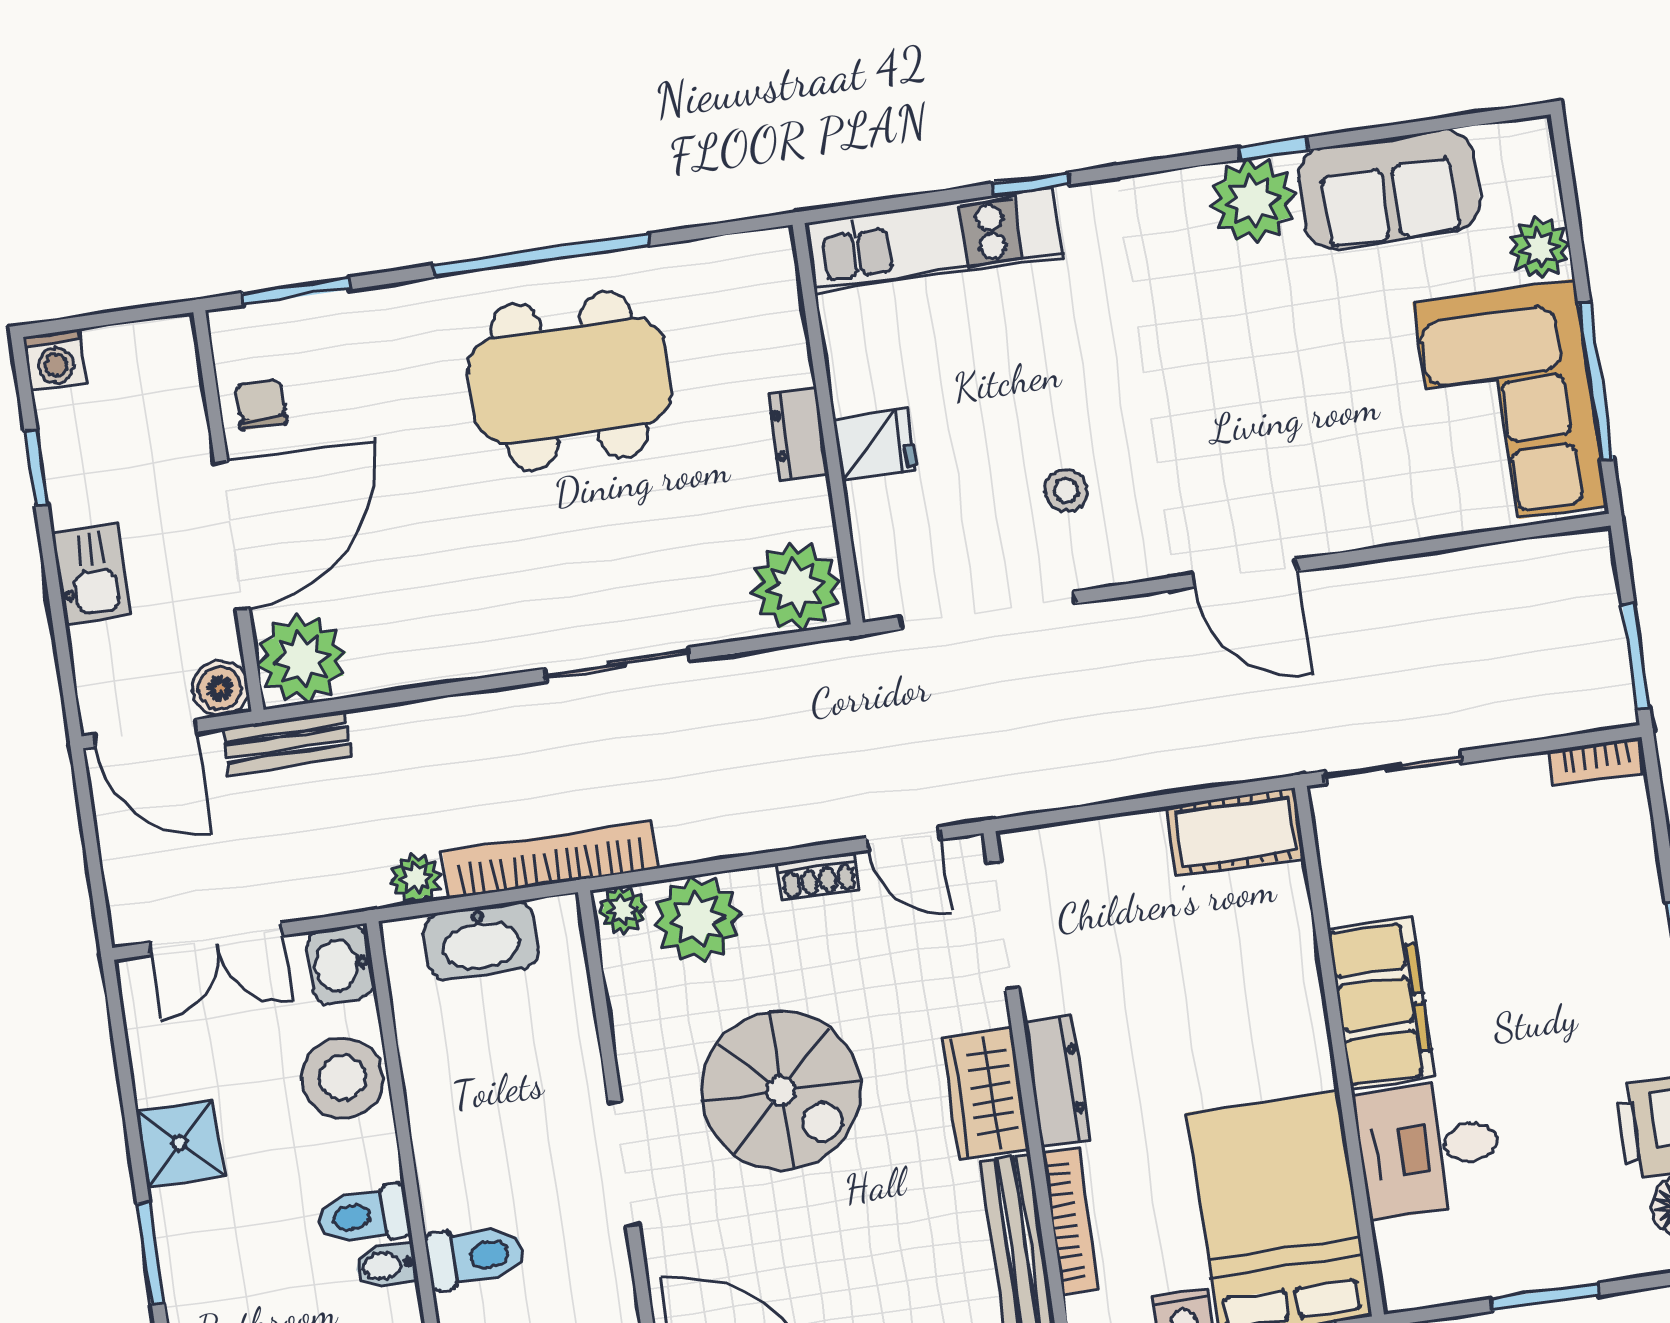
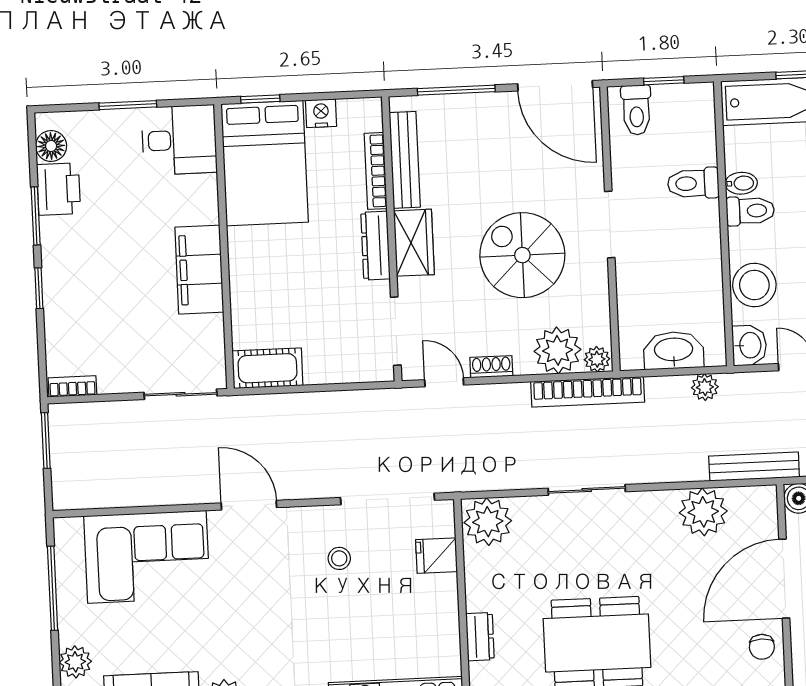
corner sofa: (1510, 404) -> (147, 557), moved, turned 90
dresser: (798, 433) -> (480, 637), moved
fridge: (875, 444) -> (436, 556), moved
plant: (302, 659) -> (703, 512), moved
bench: (287, 742) -> (754, 467), width x1.36
bookcase: (551, 860) -> (588, 392), moved
desk: (1429, 1148) -> (179, 140), moved

